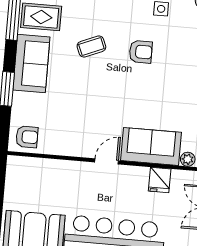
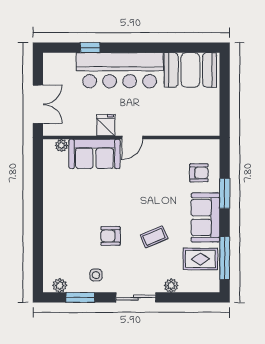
armchair: (27, 137) -> (199, 173), moved, turned 180
fridge: (160, 180) -> (106, 125), moved

